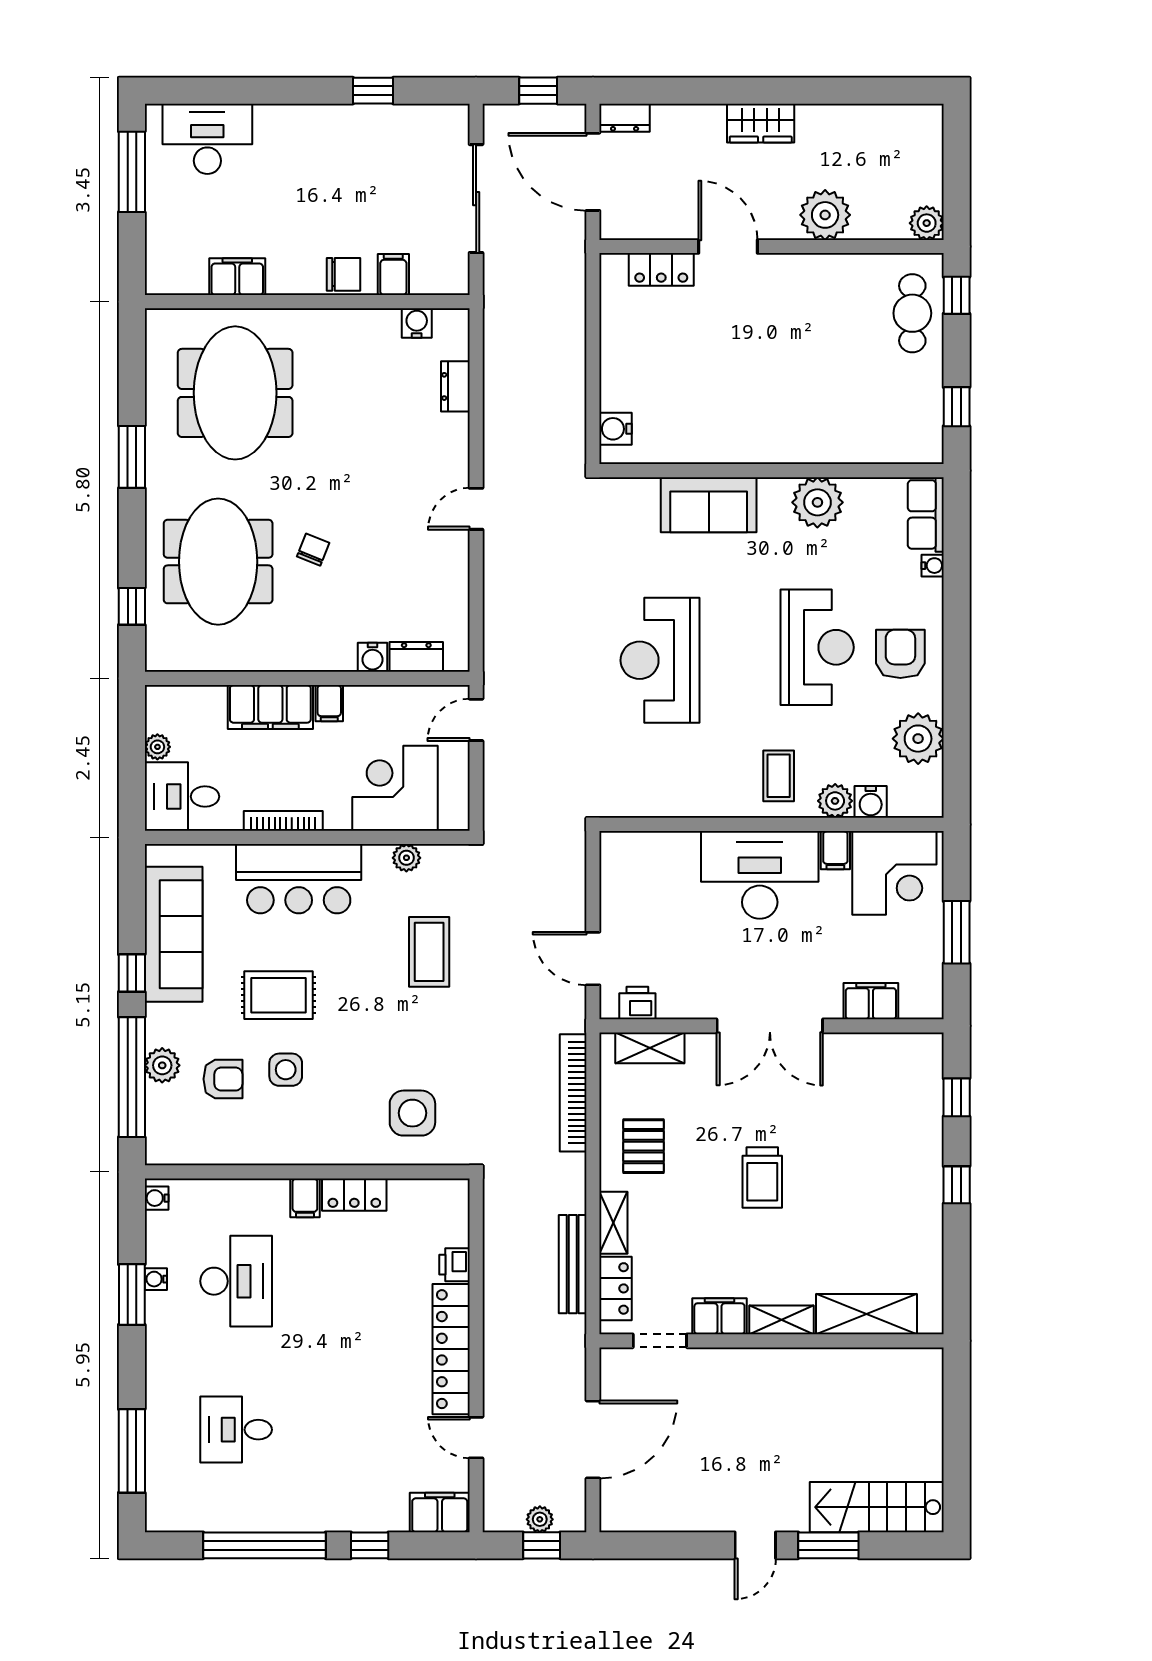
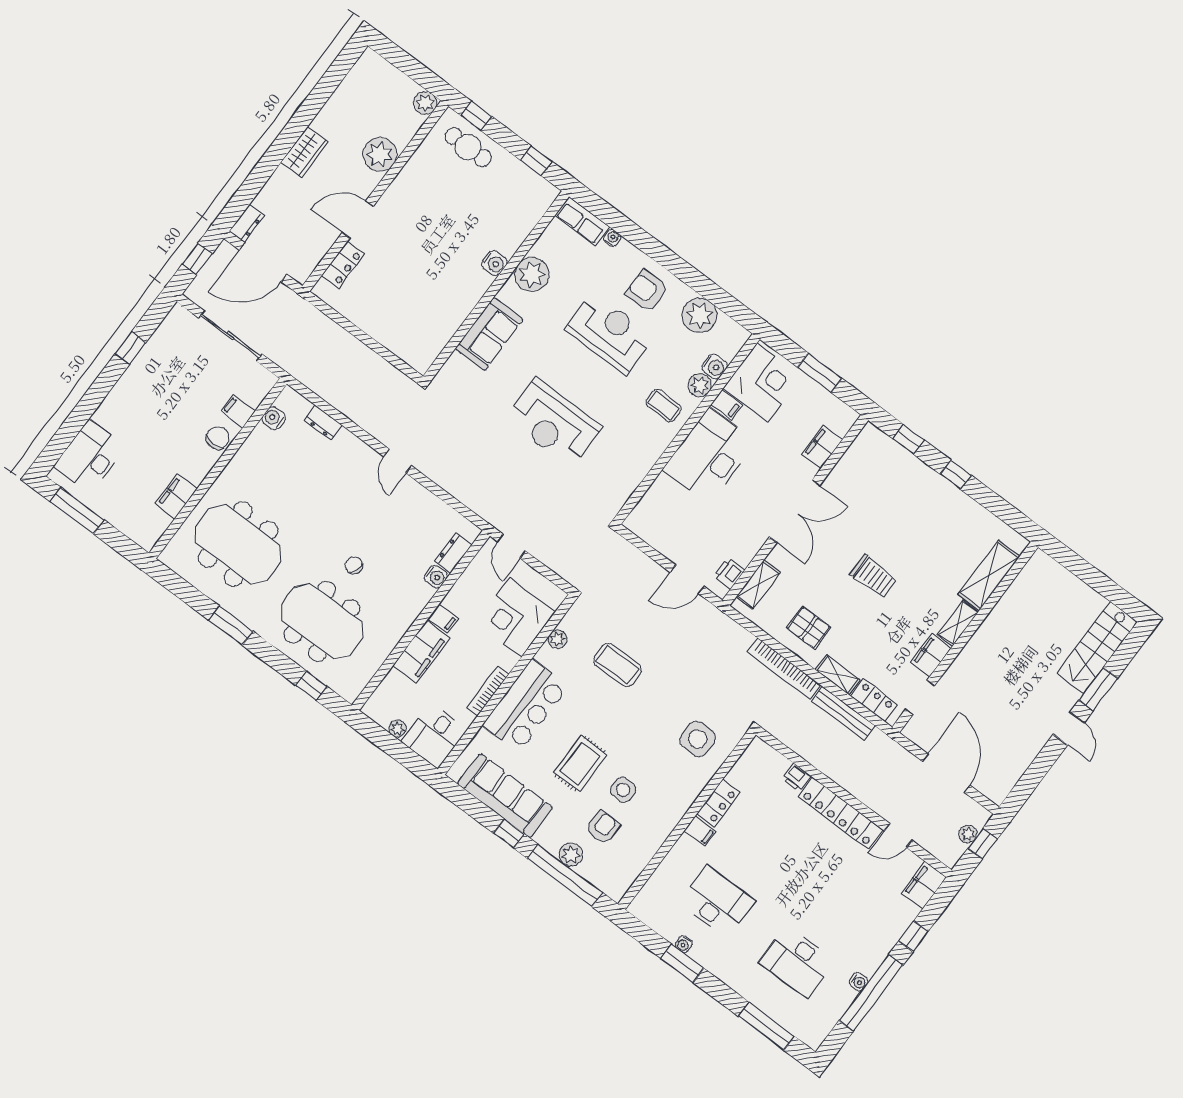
water cooler: (616, 429) -> (494, 263), moved, turned -90
bookcase: (573, 1093) -> (784, 669), moved
water cooler: (157, 1198) -> (858, 982), moved, turned -90
desk: (236, 1430) -> (797, 962), width x1.37

